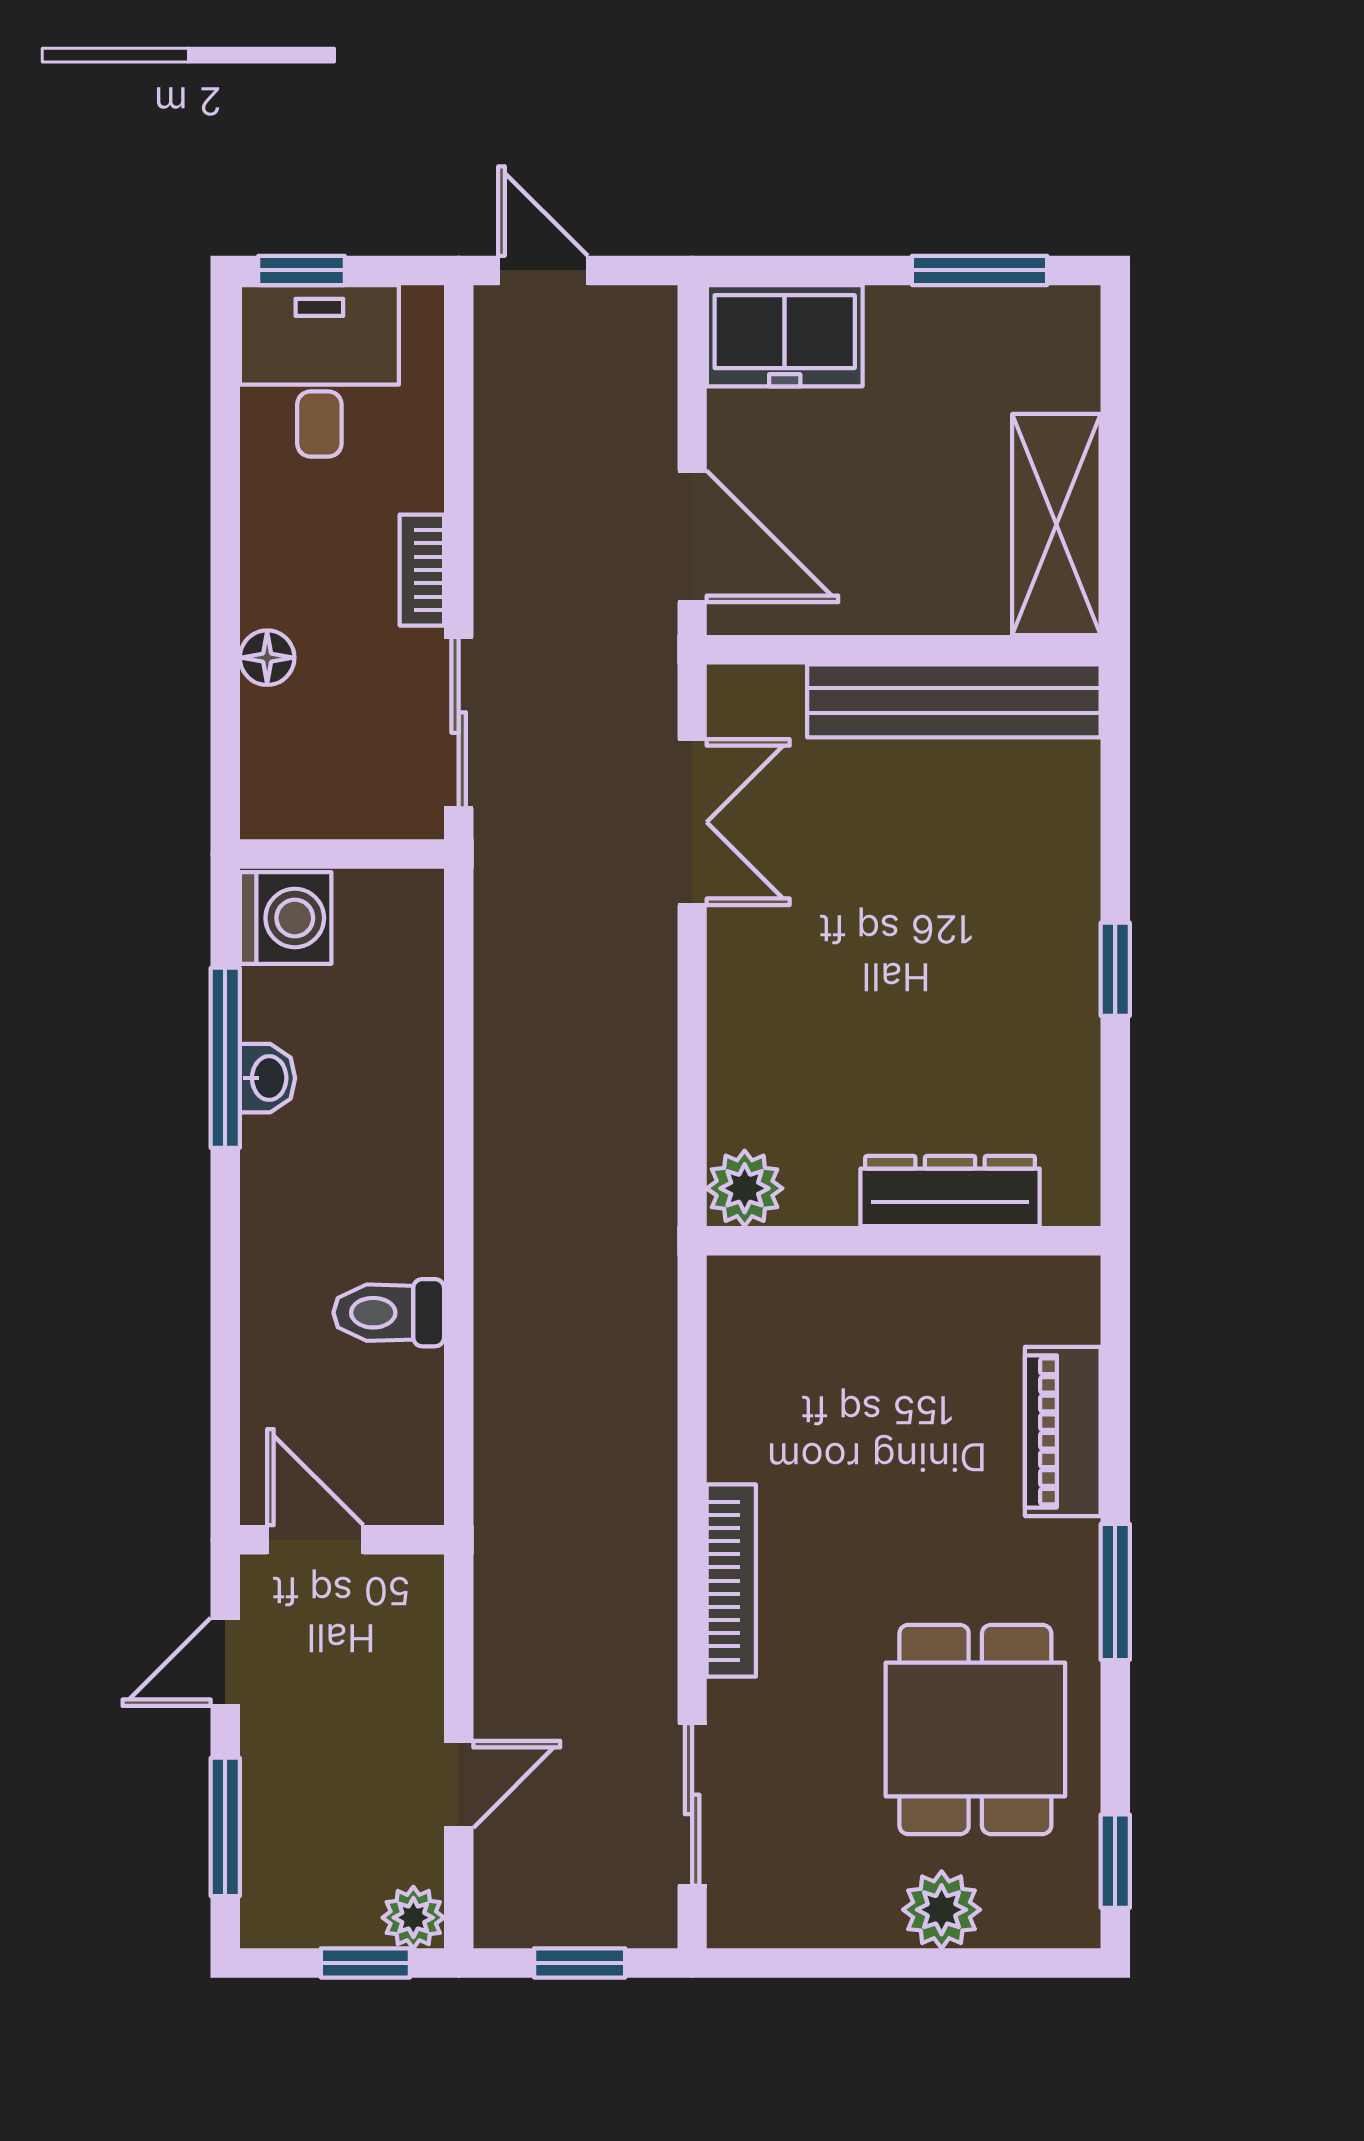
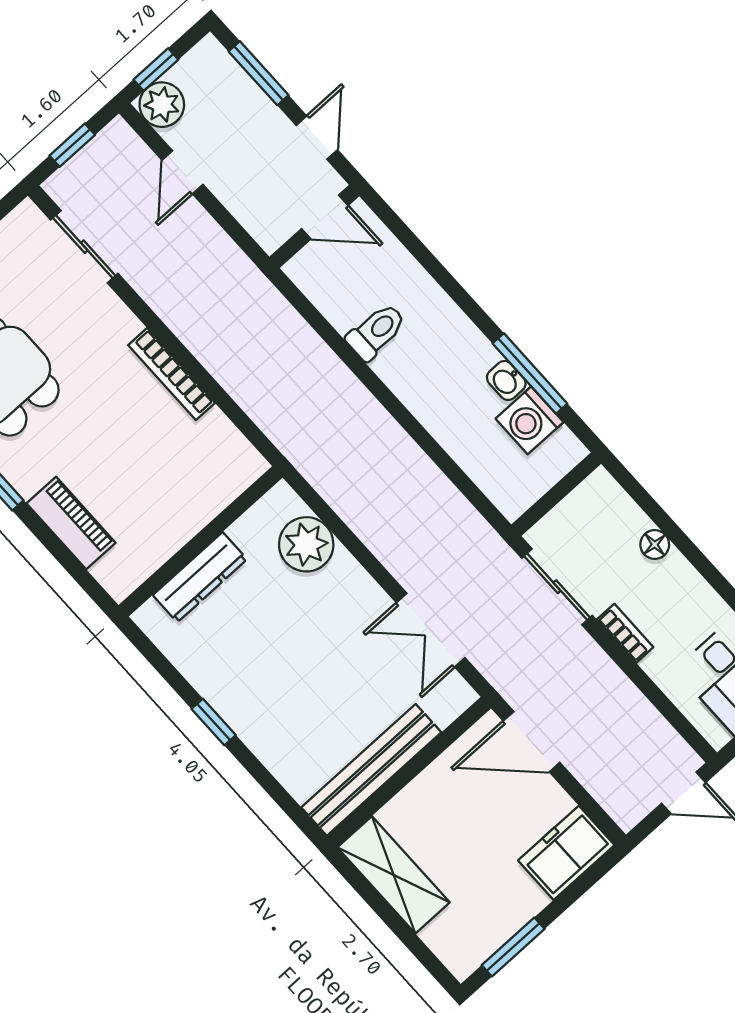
washing machine: (286, 918) -> (529, 420), moved
plant: (745, 1188) -> (306, 544), moved, width x1.36, depth x1.36
bookcase: (731, 1581) -> (172, 374), moved
plant: (413, 1918) -> (162, 105), width x1.38, depth x1.38

